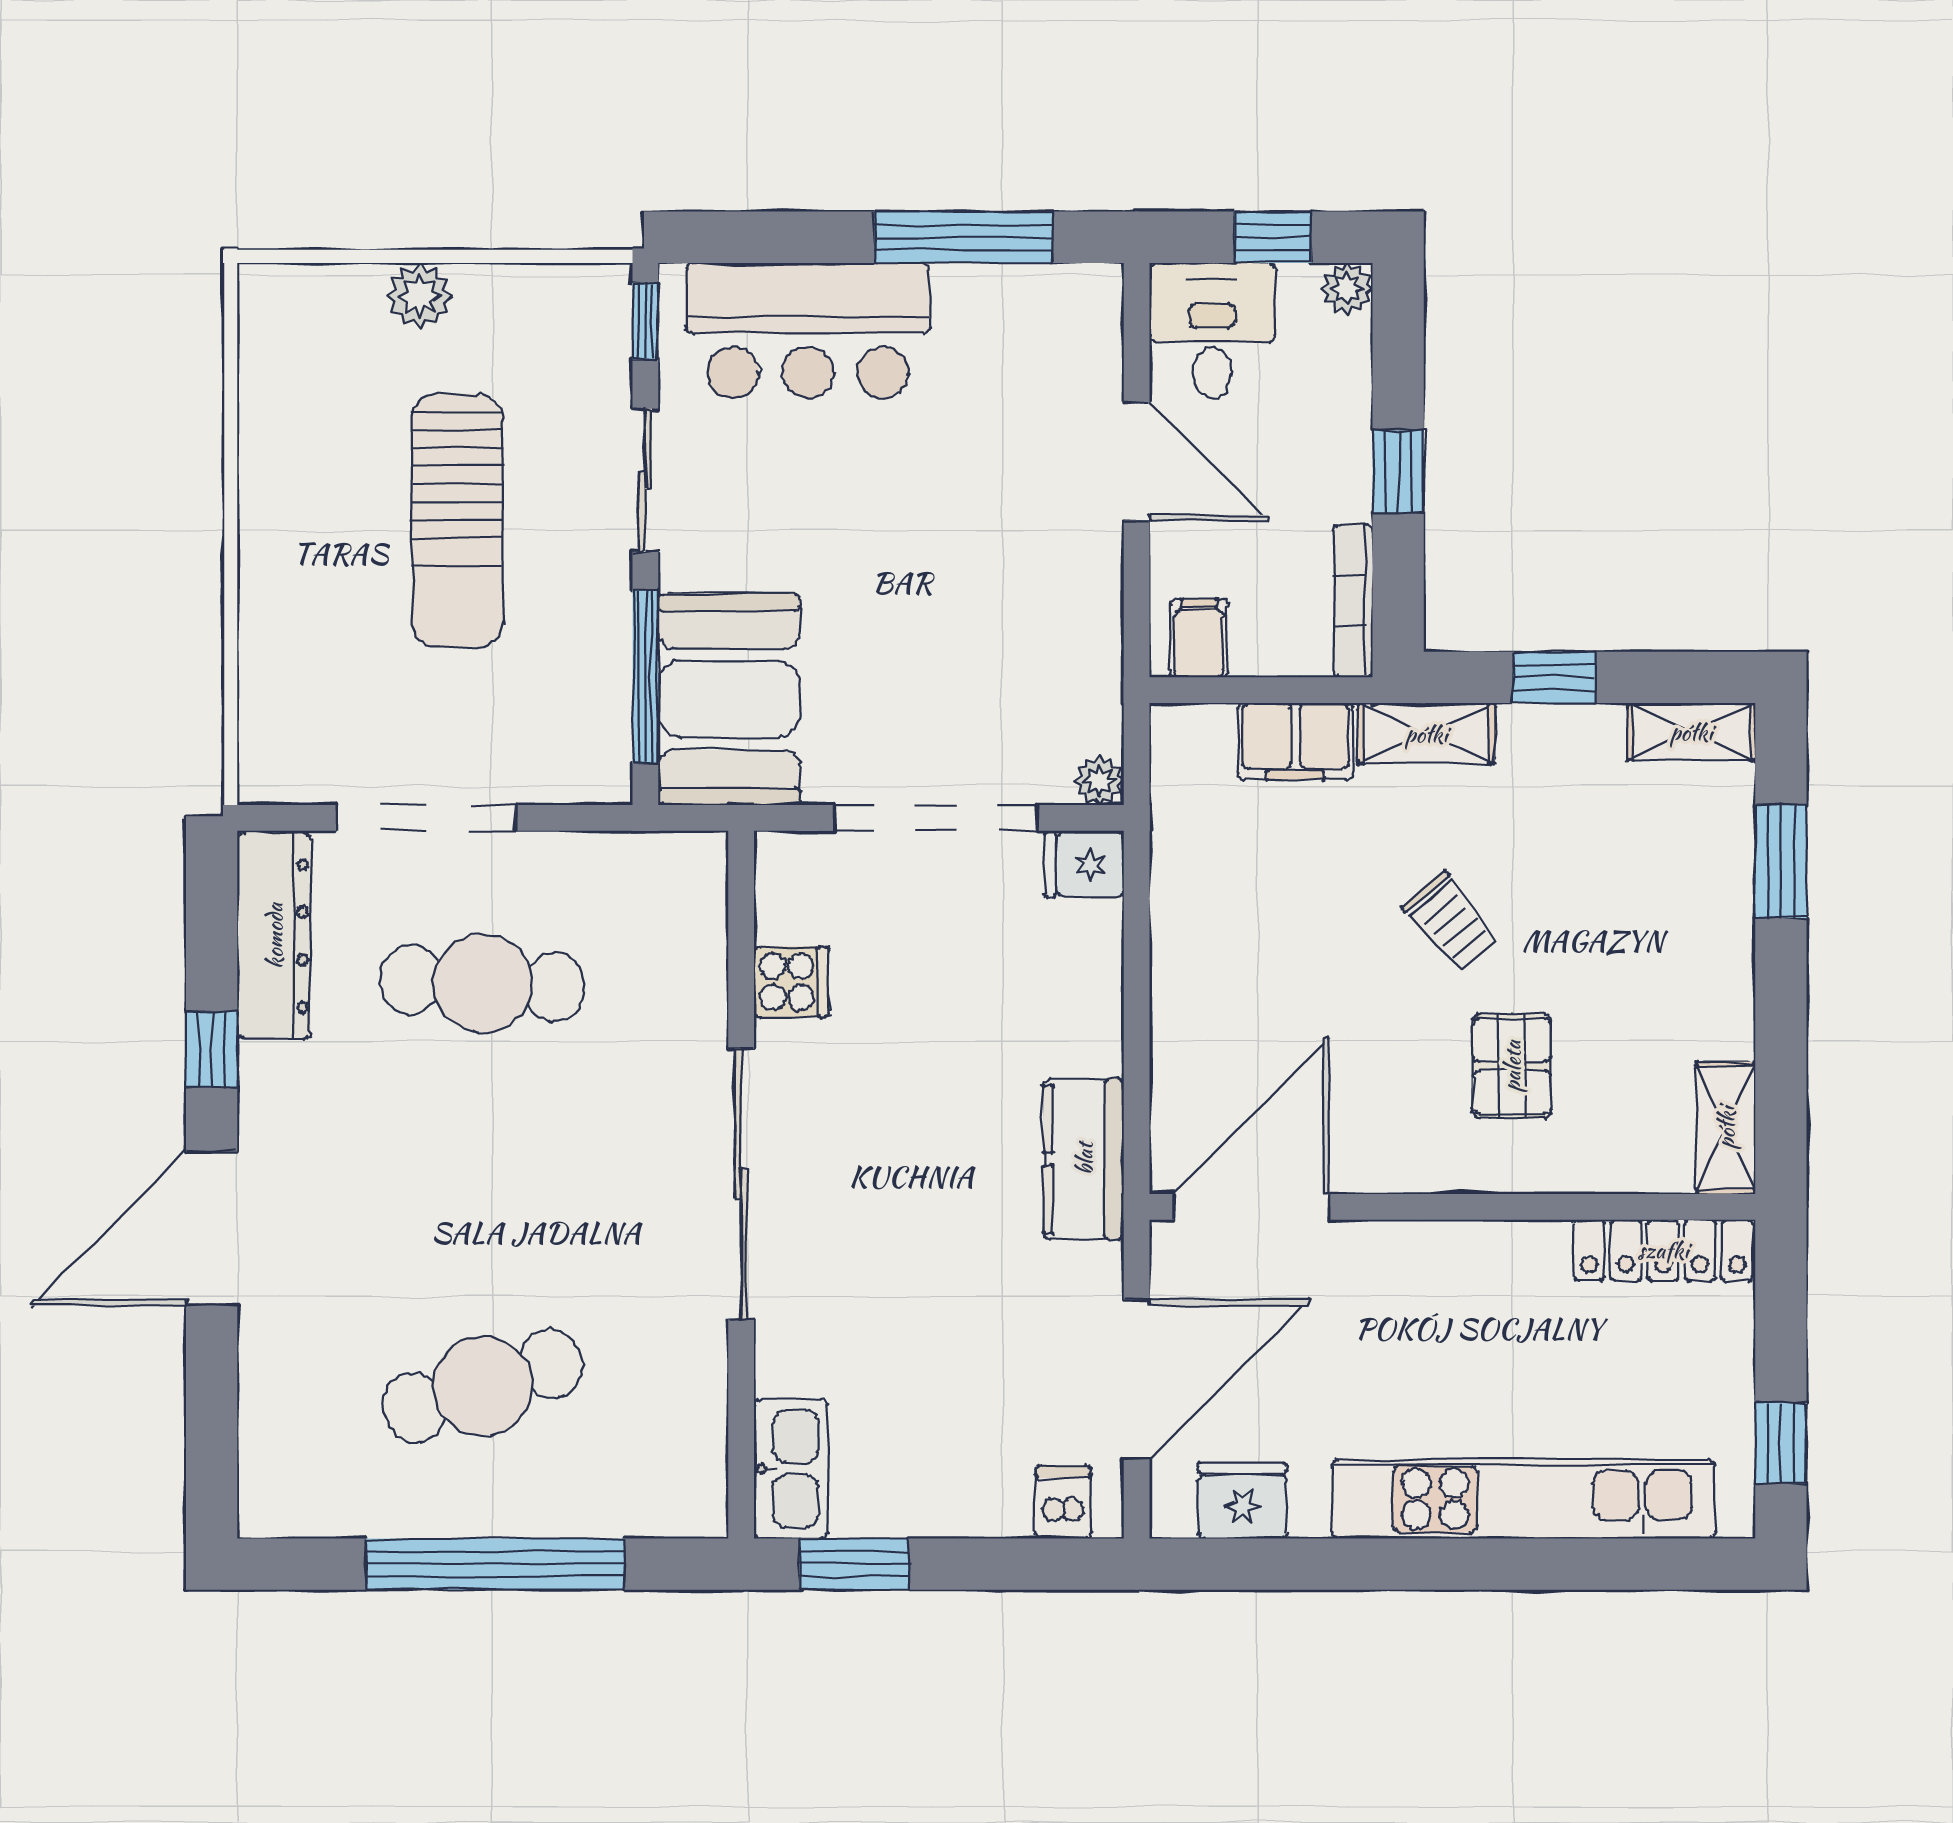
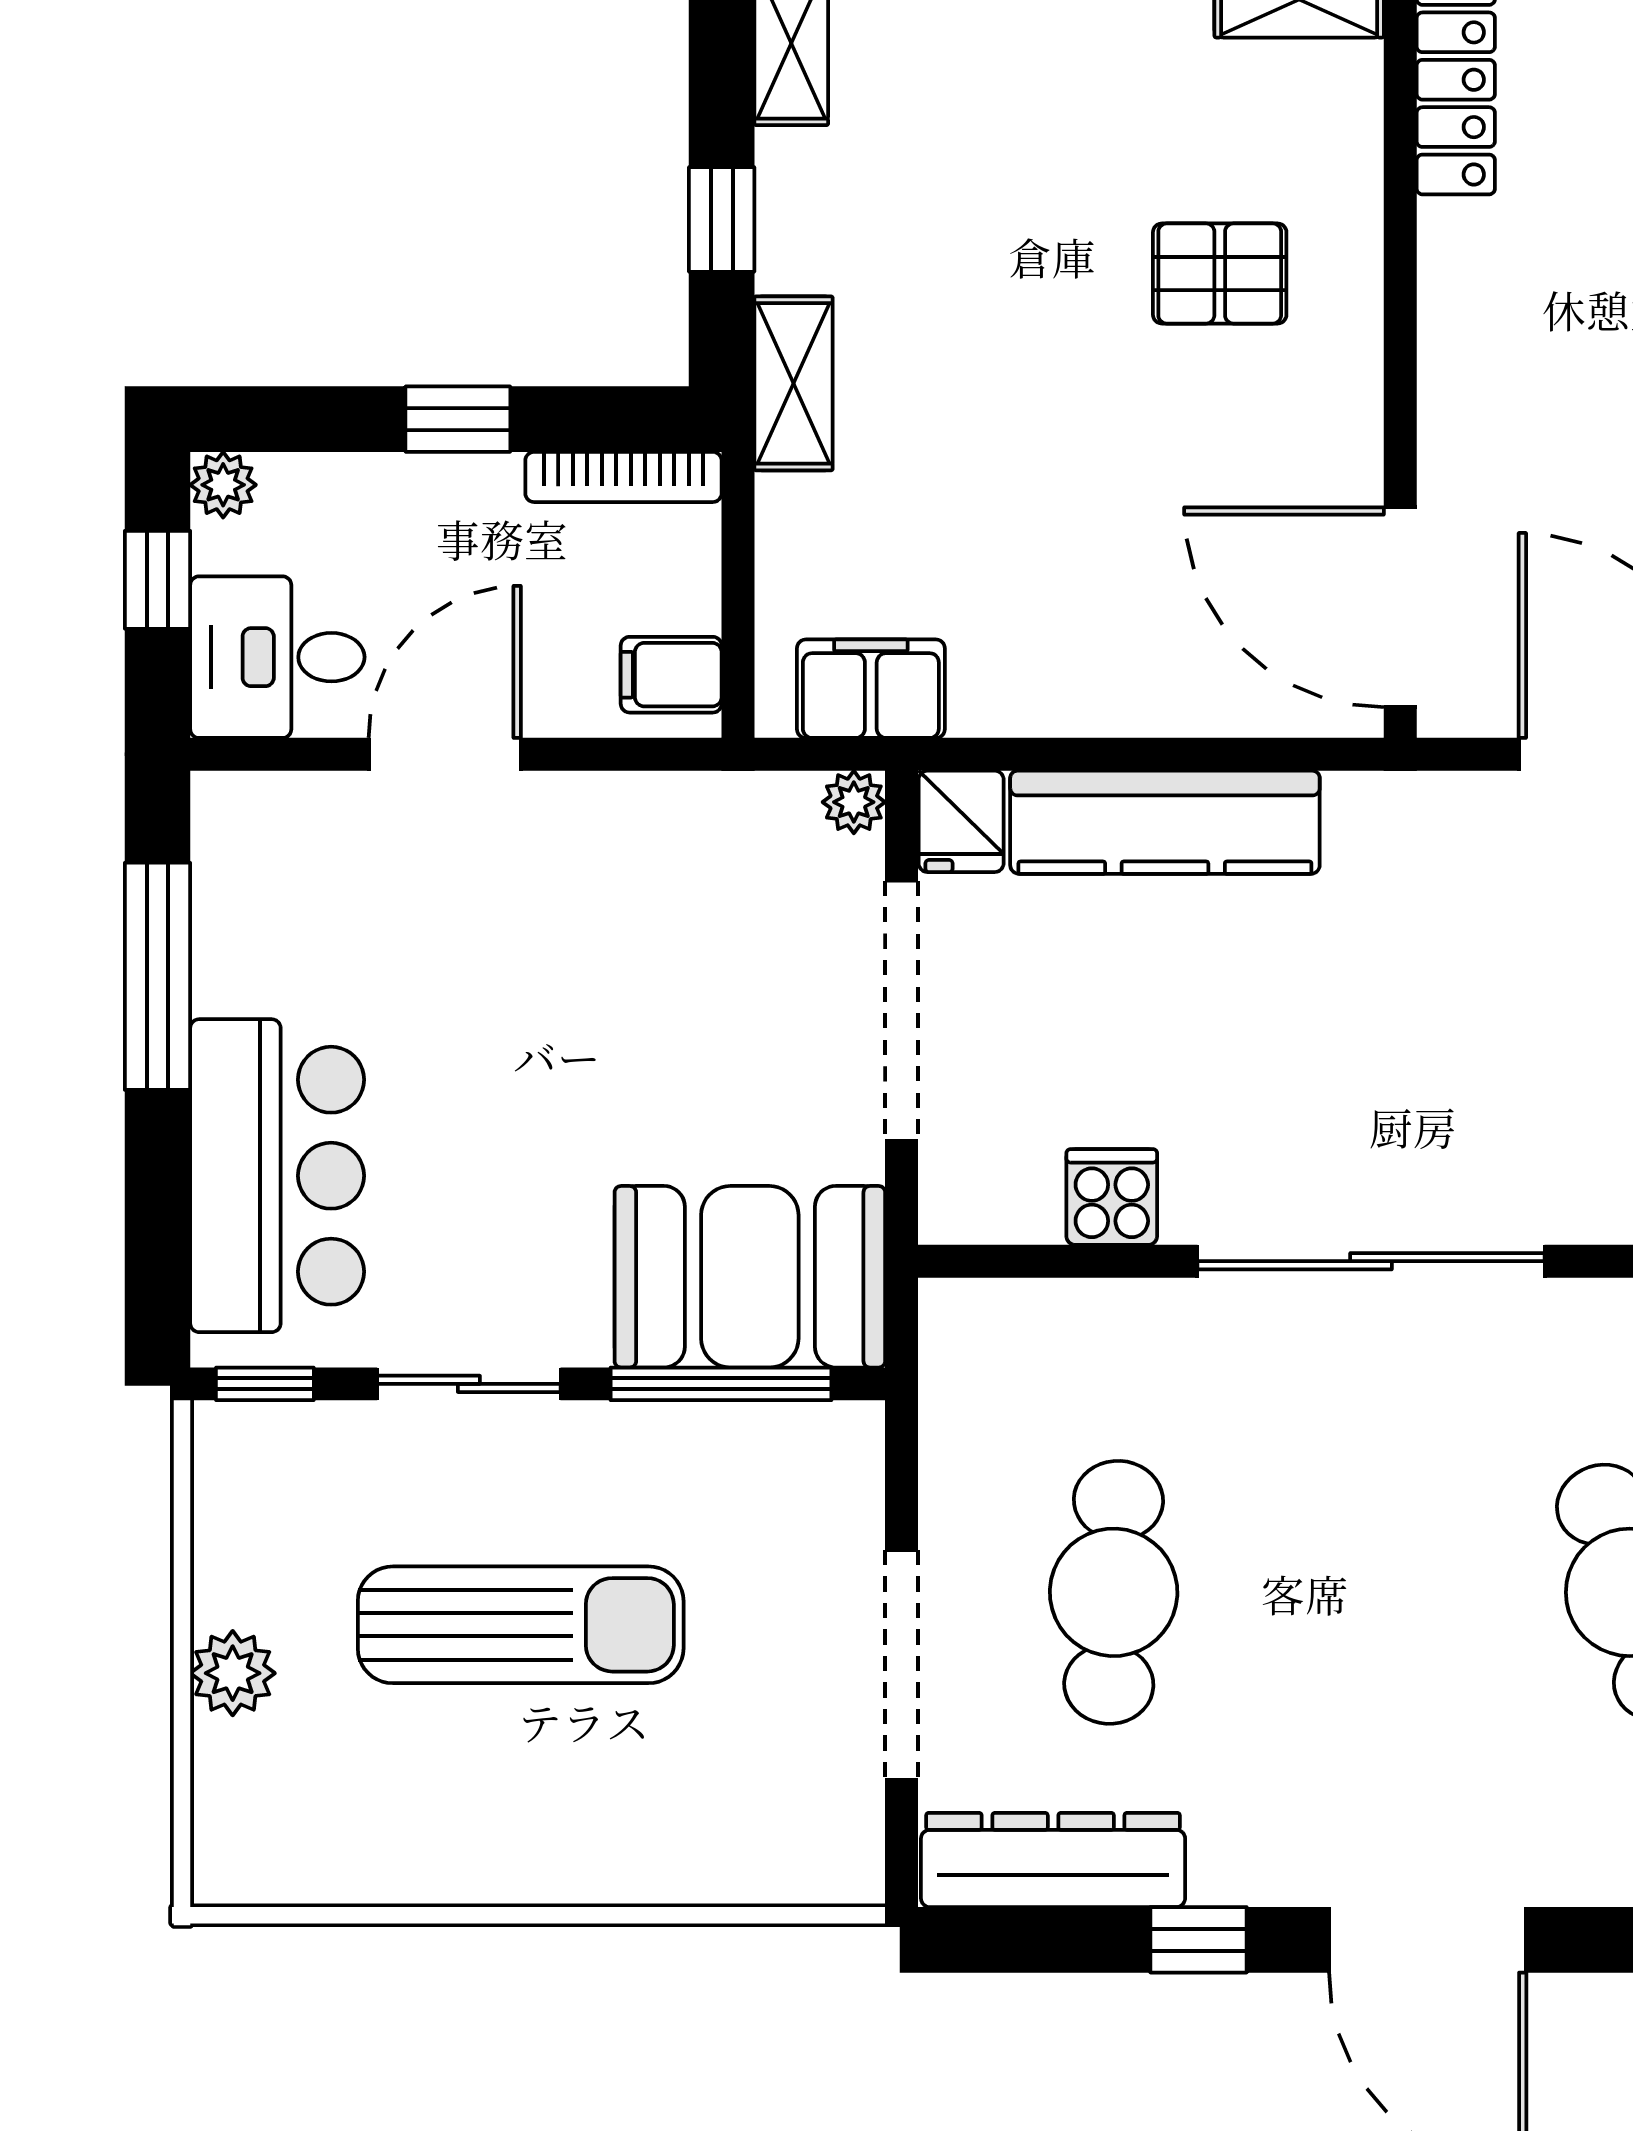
filing cabinet: (1295, 741) -> (871, 689), moved, turned -90
trolley: (1451, 922) -> (1035, 351), removed
kitchen counter: (1084, 1159) -> (1165, 822), moved, width x1.50

